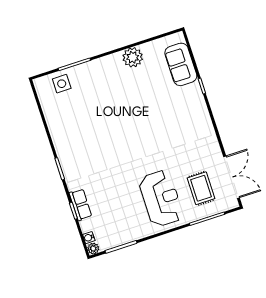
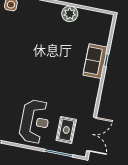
sofa: (181, 64) -> (95, 61), moved

